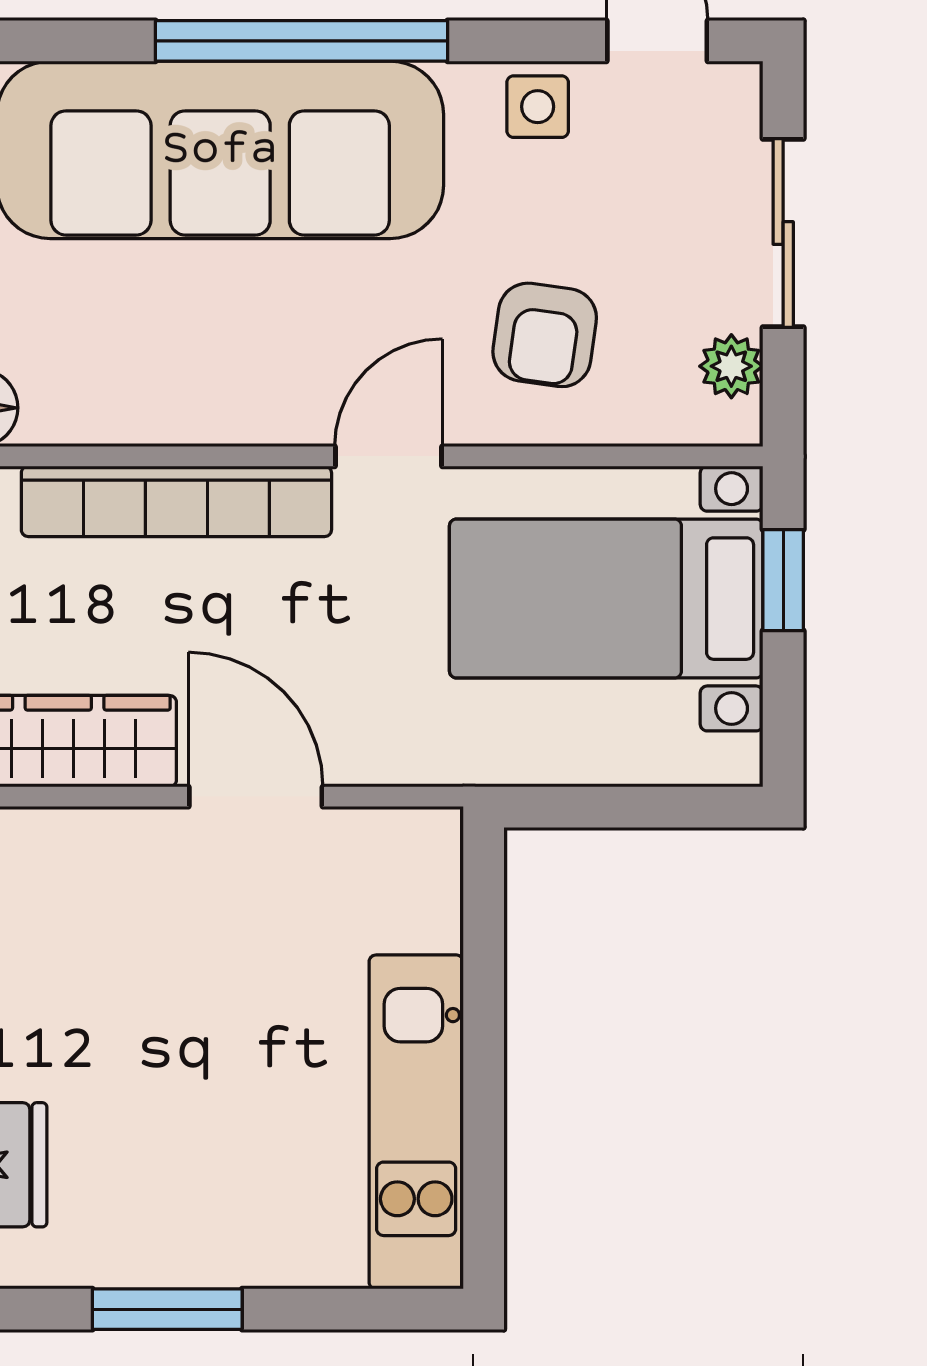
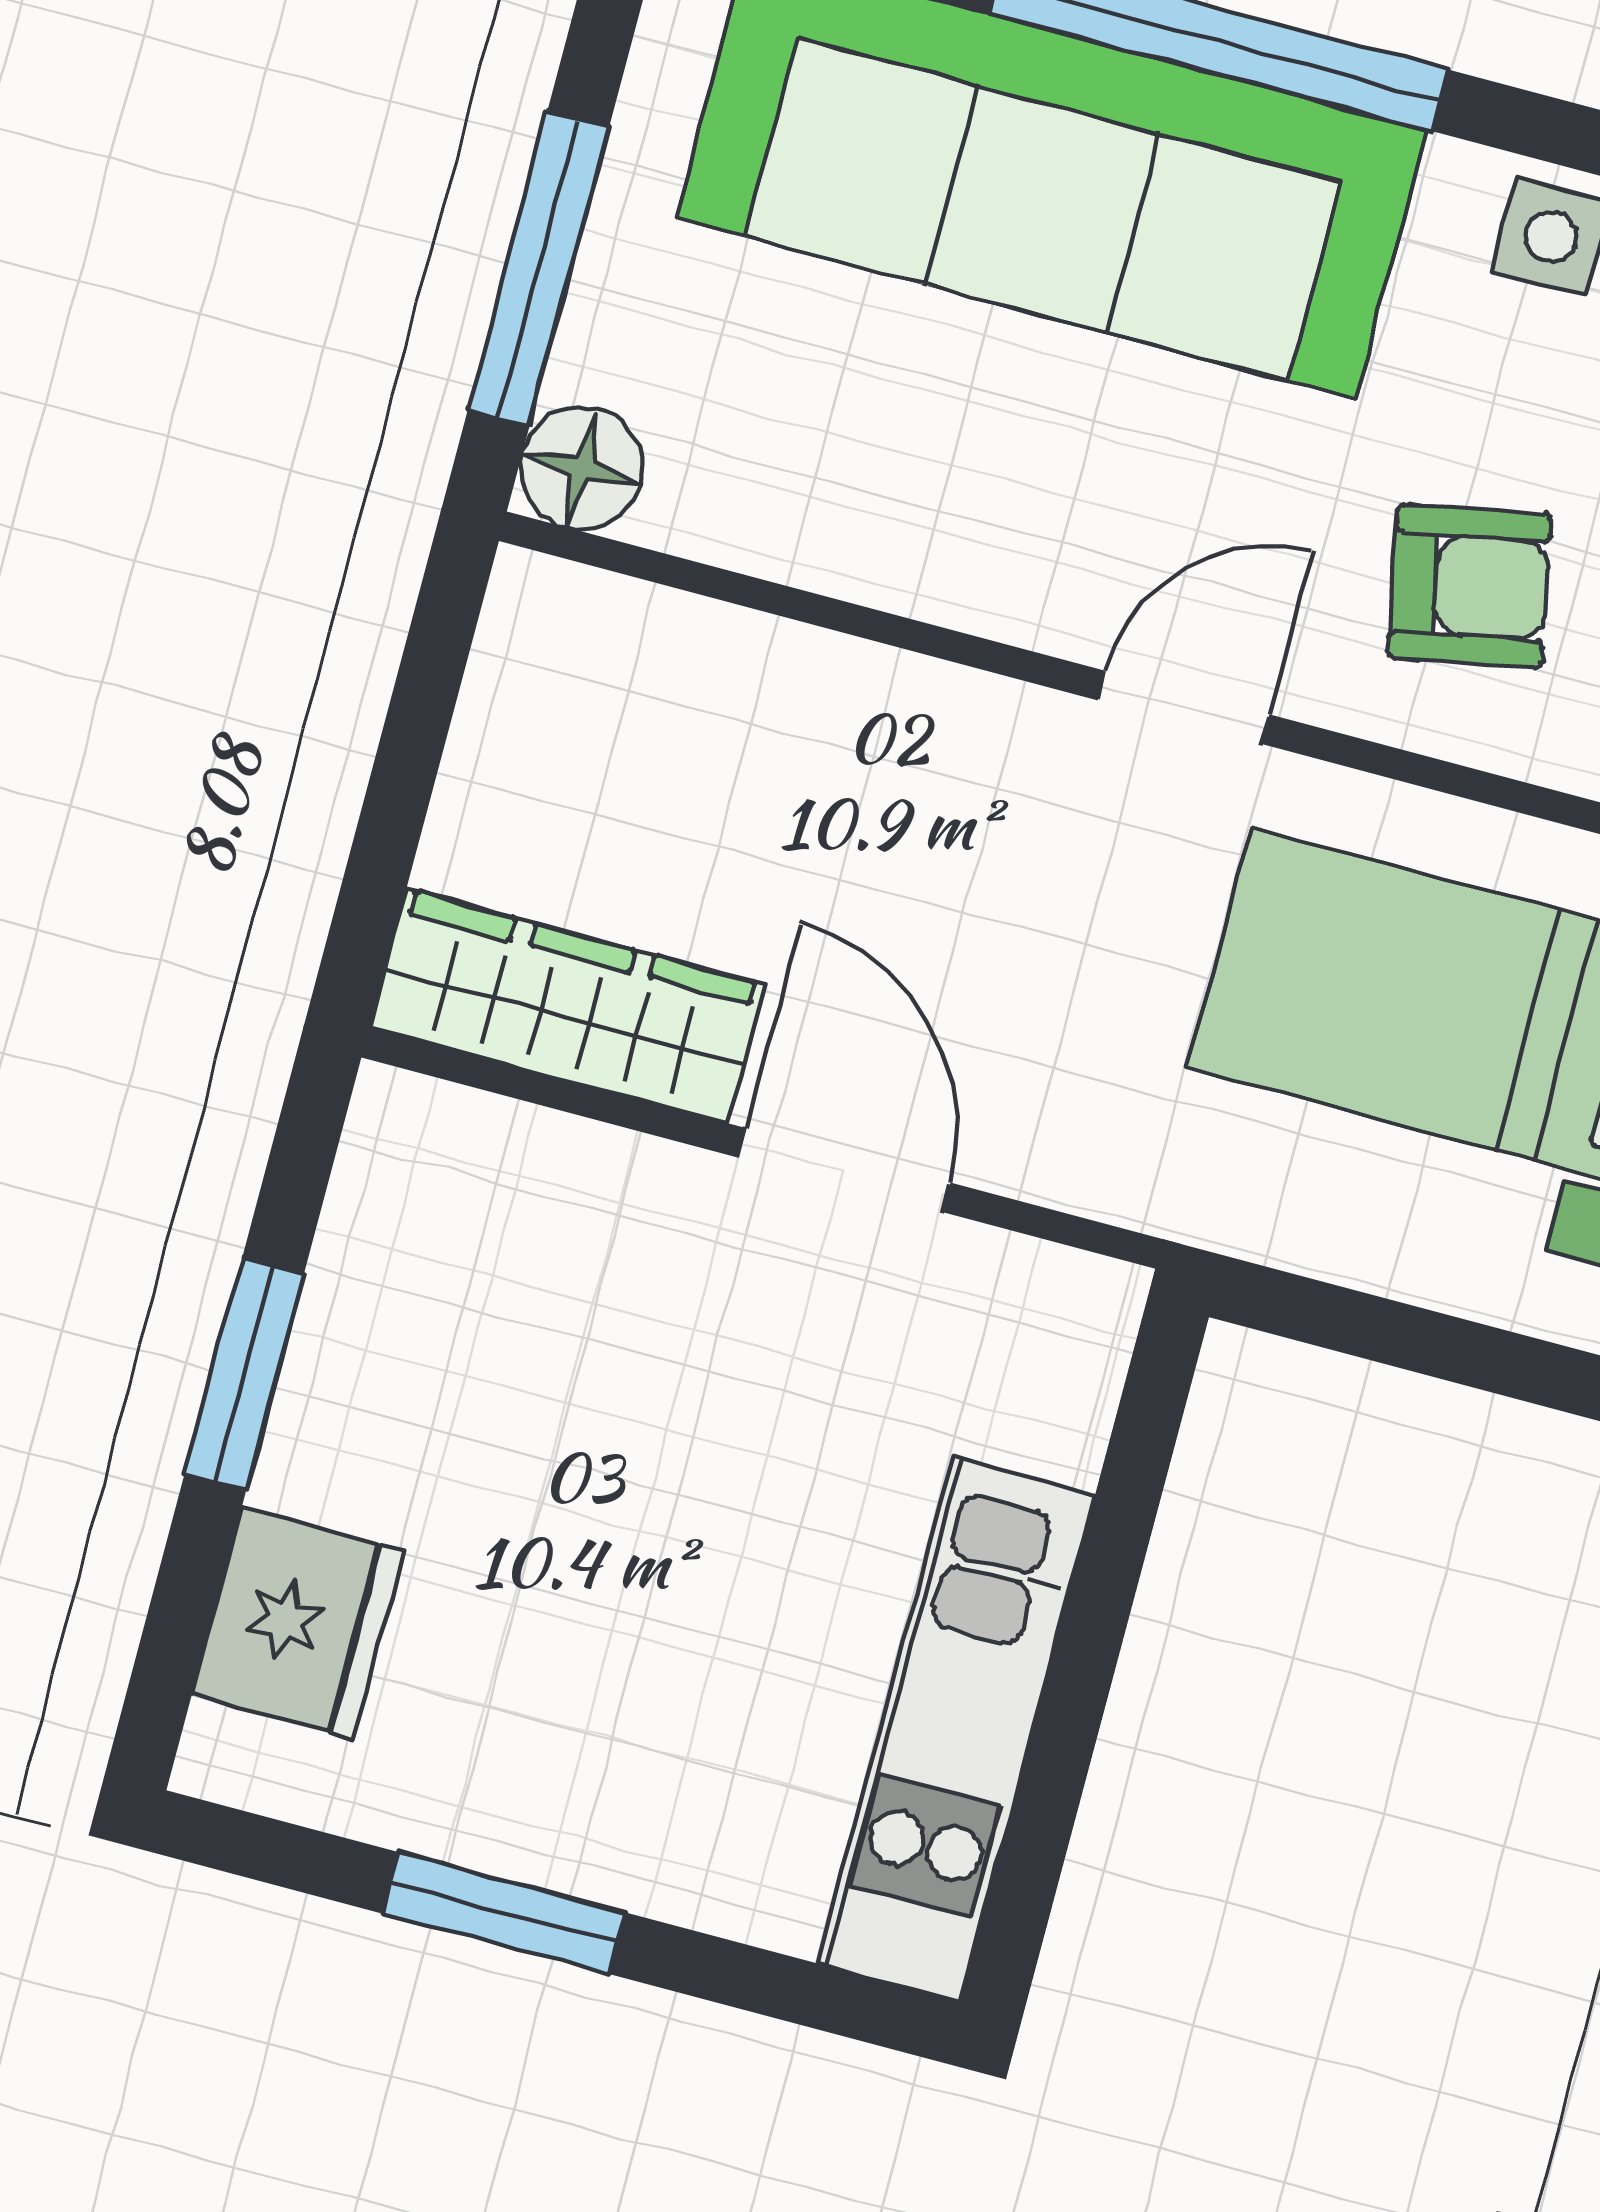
armchair: (545, 335) -> (1470, 586), turned -109
bookcase: (176, 501) -> (843, 690), removed

